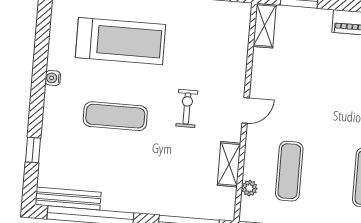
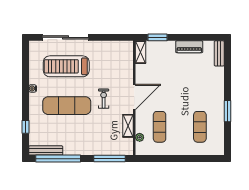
treadmill: (121, 41) -> (66, 66), turned 180
door: (246, 110) -> (134, 97), width x1.87
exercise mat: (115, 116) -> (67, 106), width x1.36, depth x1.45

